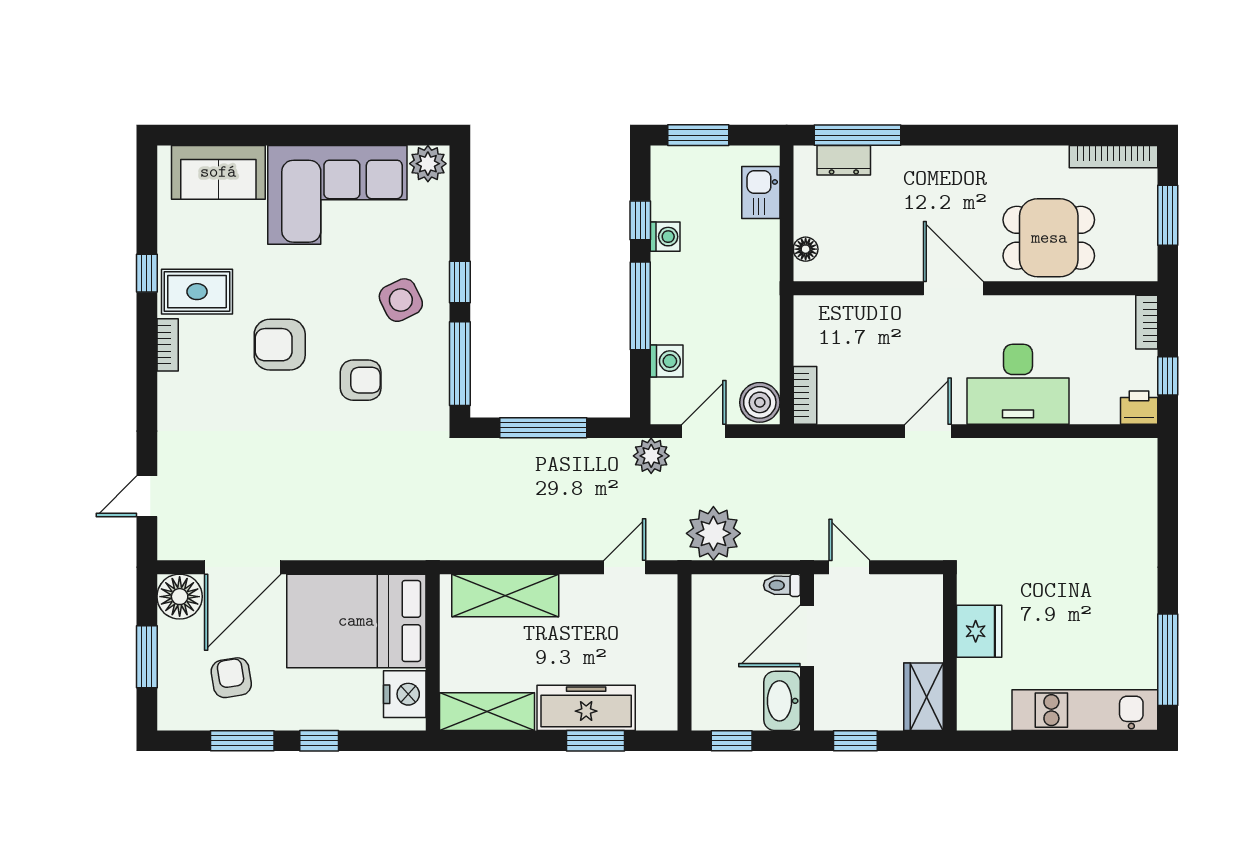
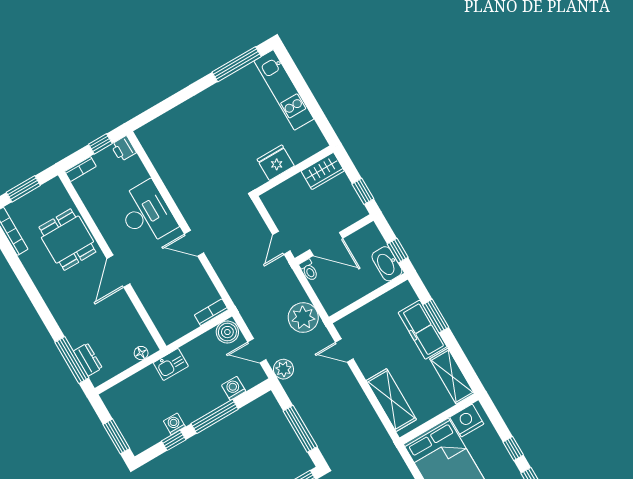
kitchen sink: (761, 192) -> (171, 364), moved
washbasin: (782, 701) -> (387, 264), moved, turned 90

